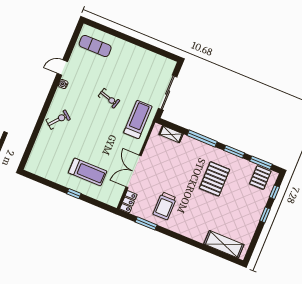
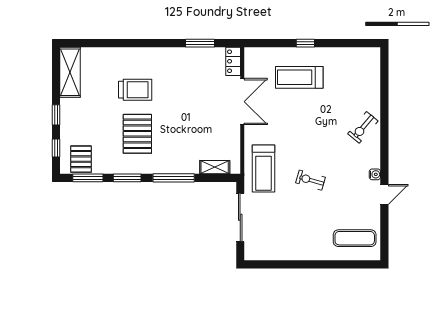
trolley: (165, 206) -> (135, 90), moved, turned 90
shelving: (224, 244) -> (70, 72), moved, turned 90

